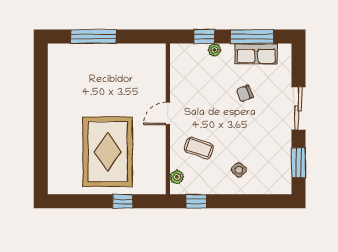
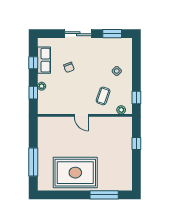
window: (252, 37) -> (33, 63), width x0.46
window: (41, 150) -> (104, 195), added
rug: (108, 152) -> (75, 173), moved

